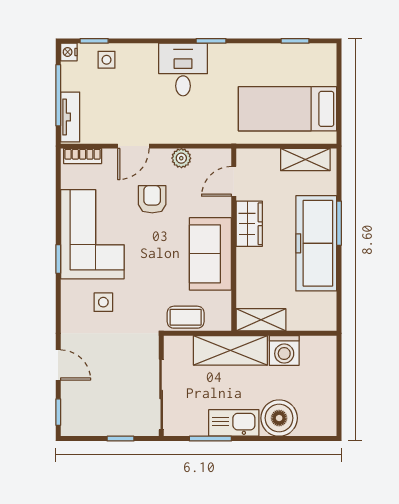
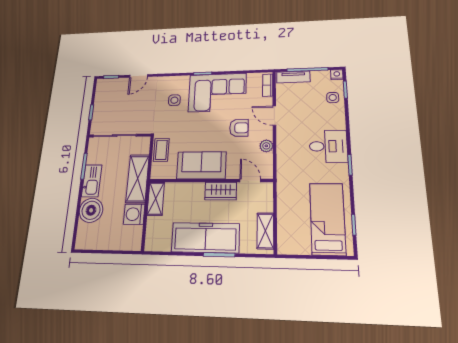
bed: (288, 109) -> (327, 219), moved

